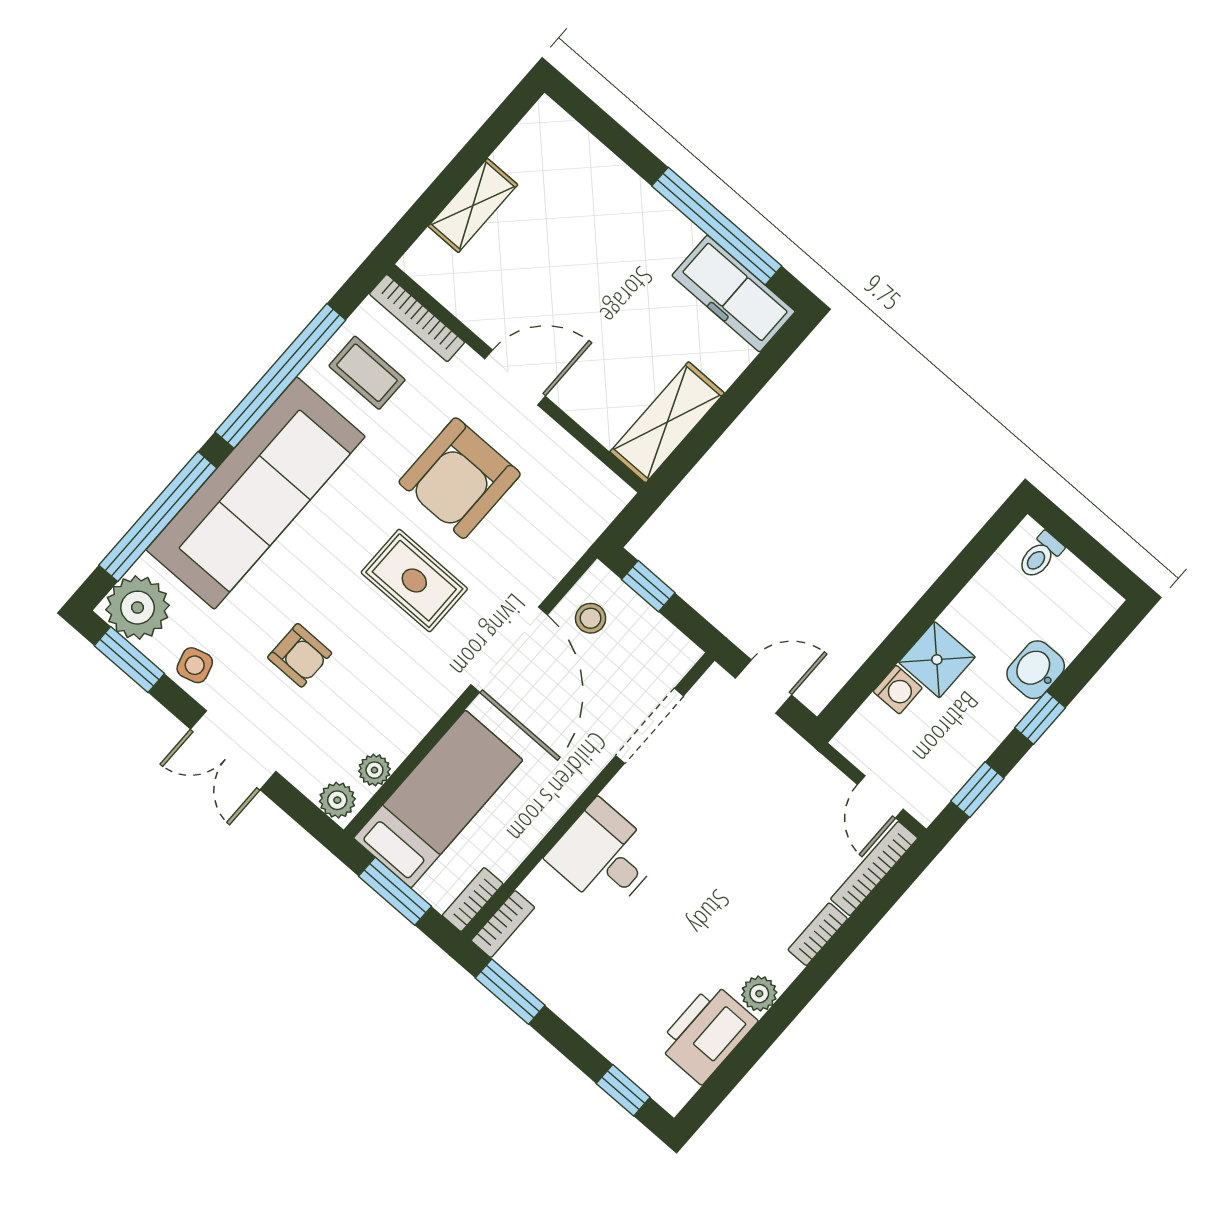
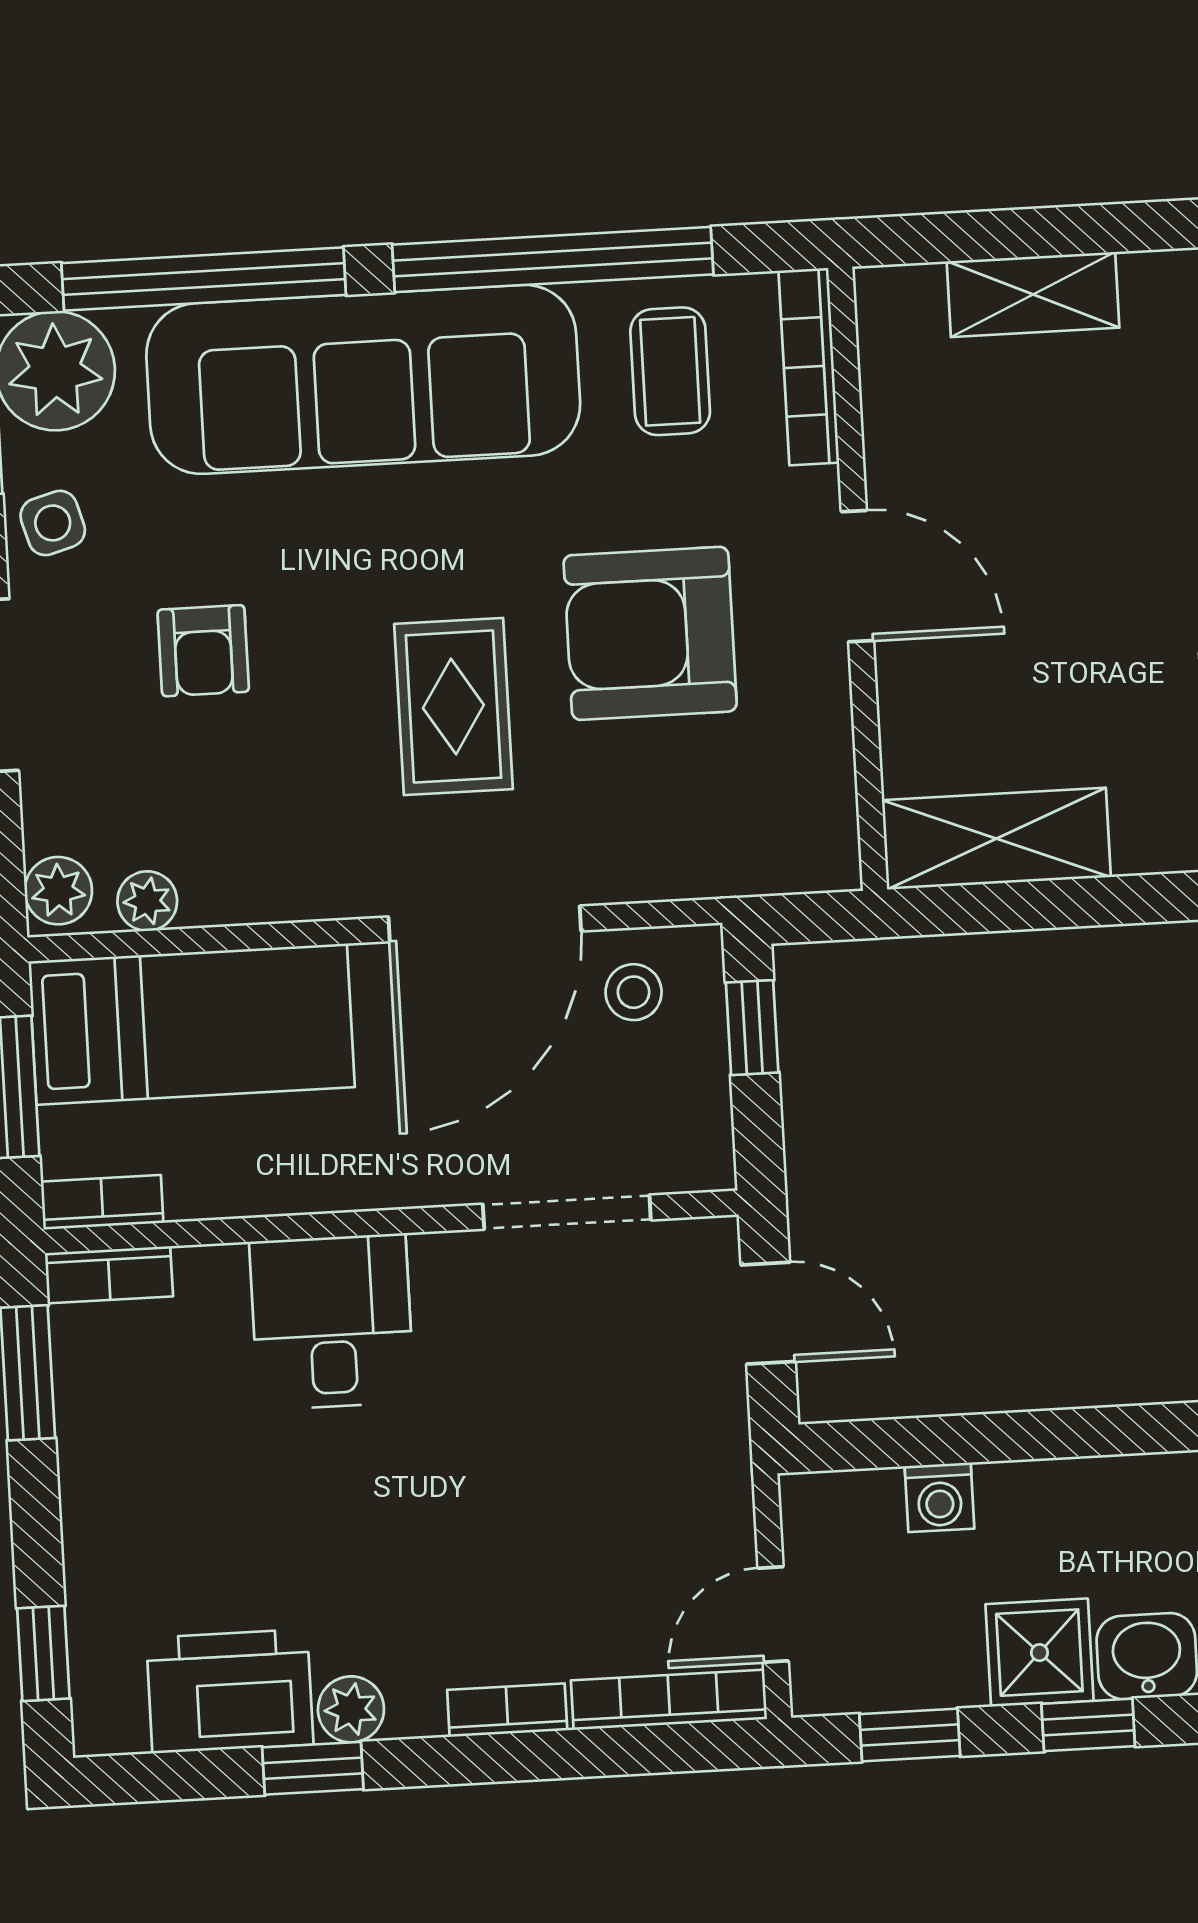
shower: (937, 660) -> (1039, 1653), moved
window: (768, 1030) -> (313, 1768), added

